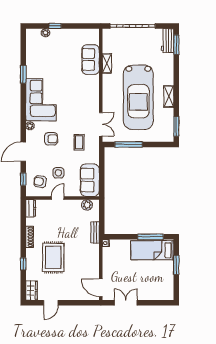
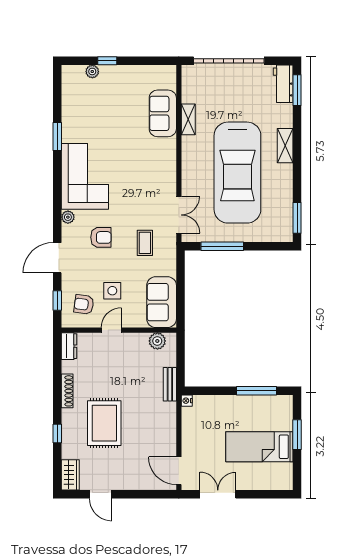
shelving: (169, 96) -> (285, 146), moved
bed: (152, 250) -> (259, 447), moved
door: (51, 303) -> (101, 494), hinge flipped

